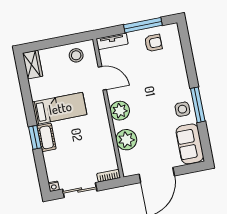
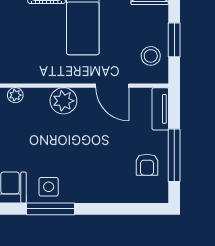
window: (62, 41) -> (174, 40), added
door: (102, 78) -> (112, 86), hinge flipped
plant: (126, 140) -> (15, 95), width x0.53, depth x0.53

